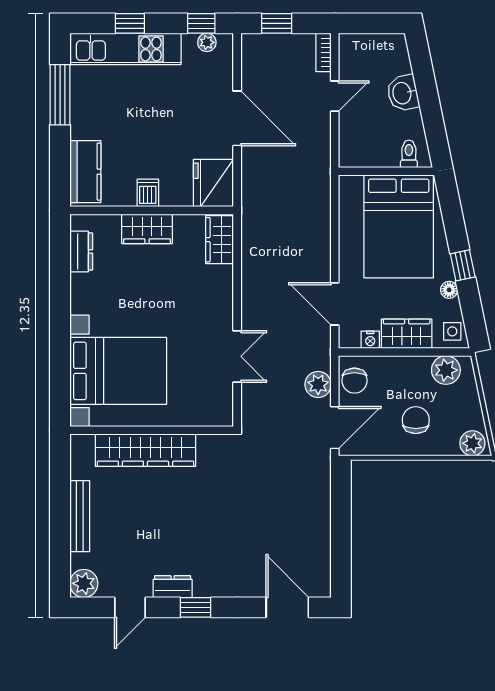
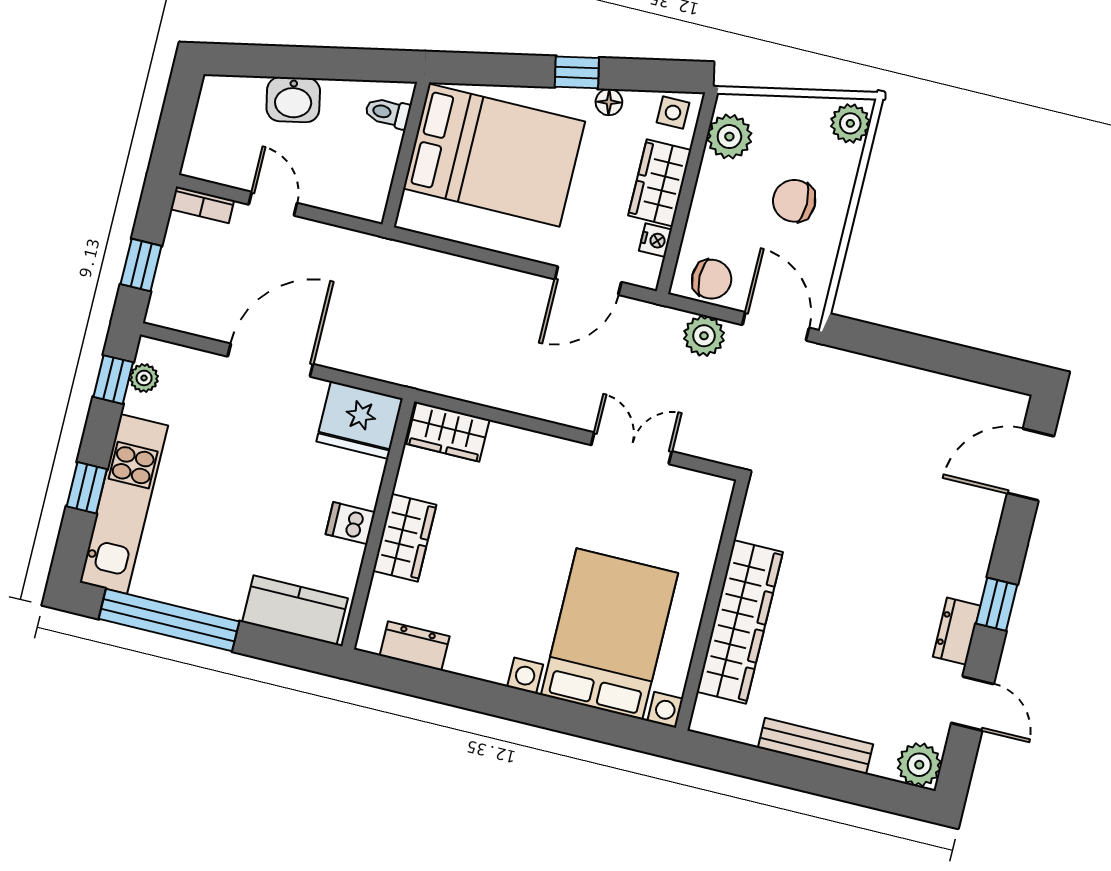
window: (60, 95) -> (169, 620), width x1.46

